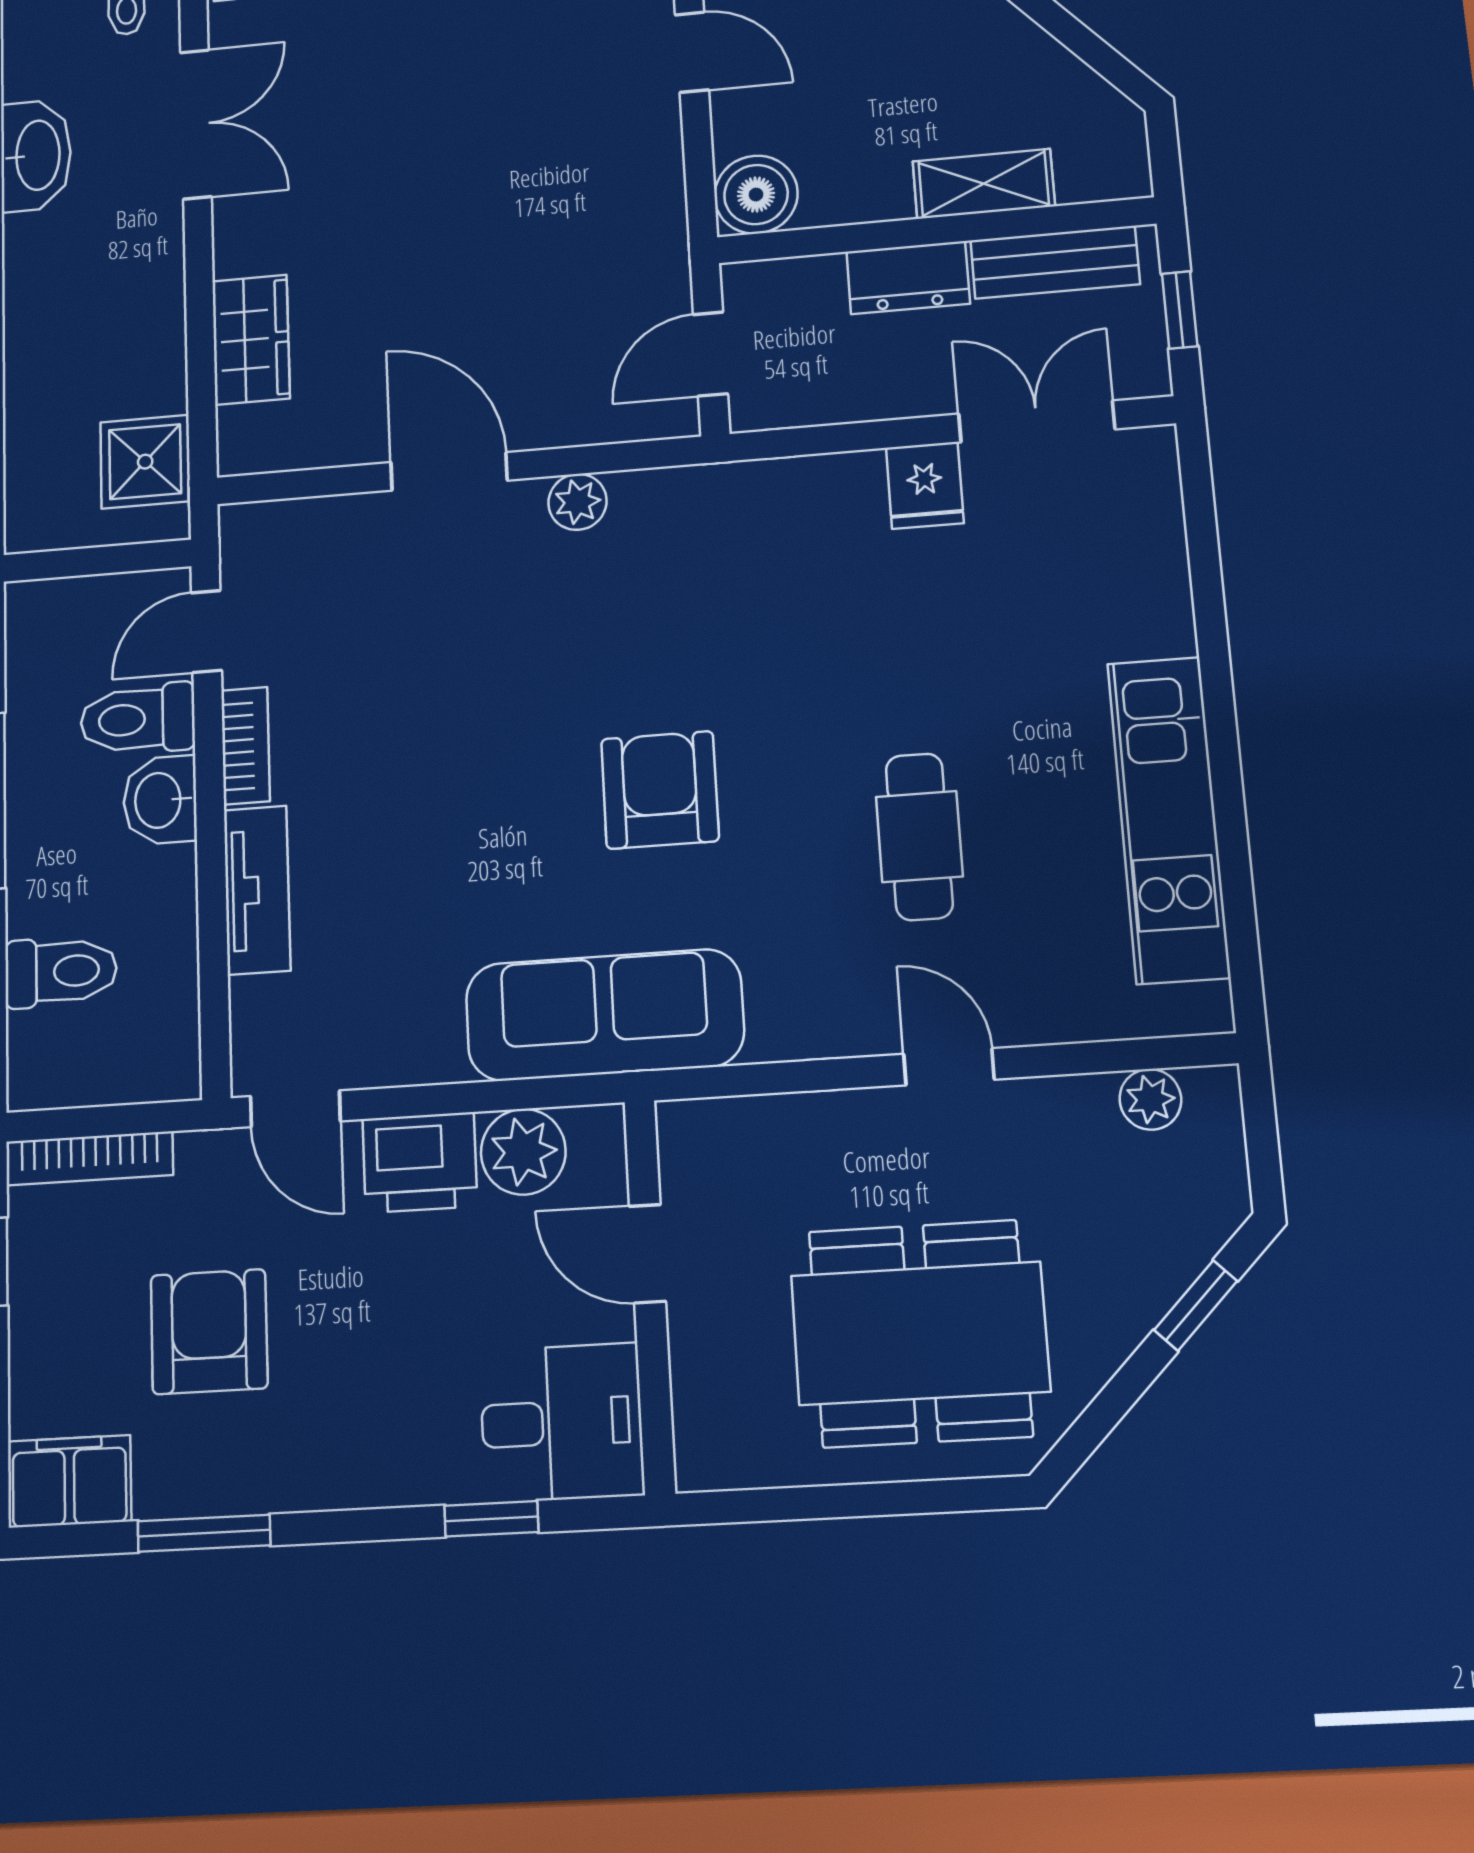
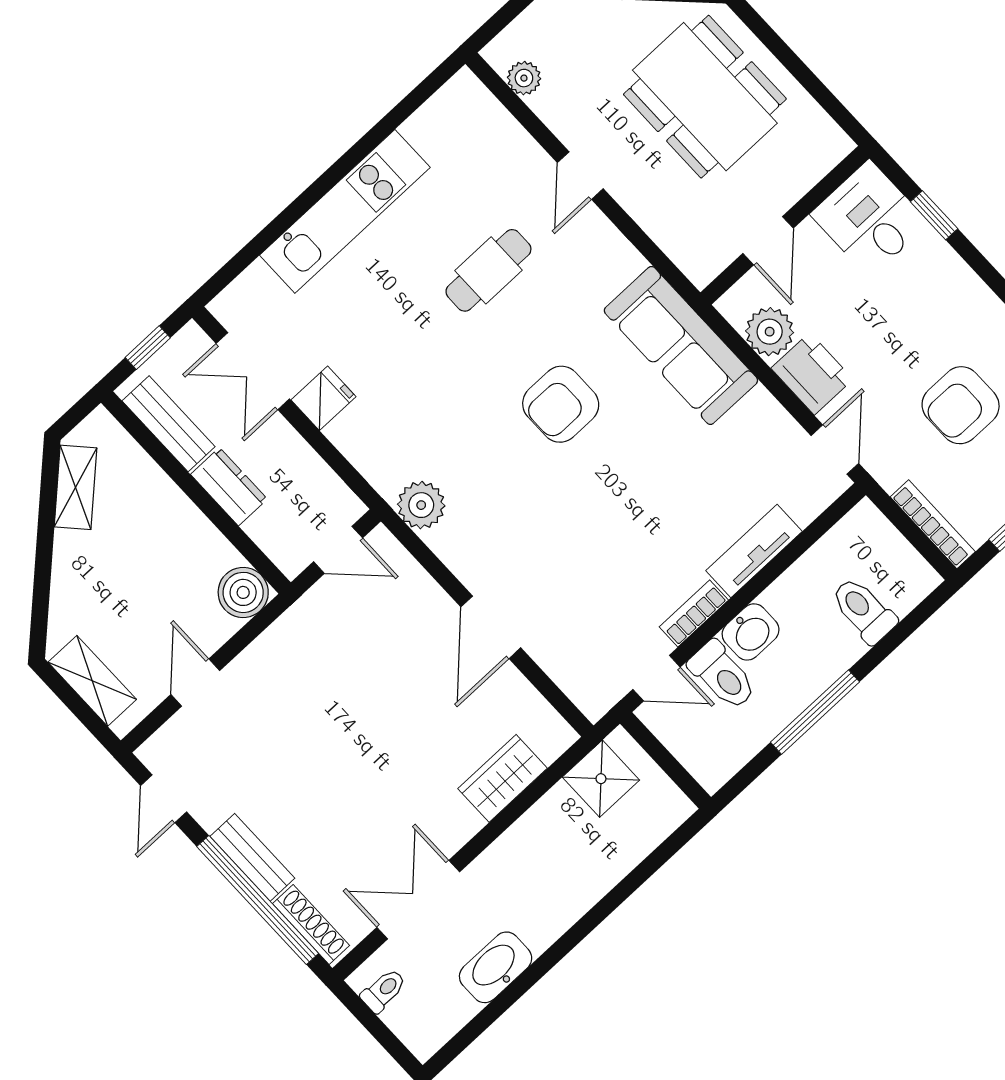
shelving: (984, 184) -> (76, 487), moved, turned 47
plant: (577, 502) -> (421, 505), moved, width x1.38, depth x1.38
kitchen unit: (1168, 819) -> (345, 211), moved

